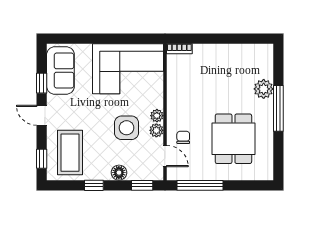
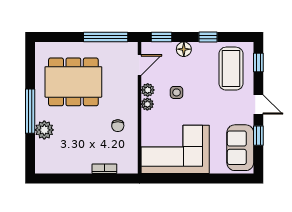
bookcase: (179, 49) -> (104, 169), moved
side table: (127, 128) -> (177, 92), width x0.54, depth x0.54
chair: (183, 137) -> (118, 126), moved
dining table: (233, 139) -> (73, 82), width x1.38
door: (165, 156) -> (139, 65), swing flipped

